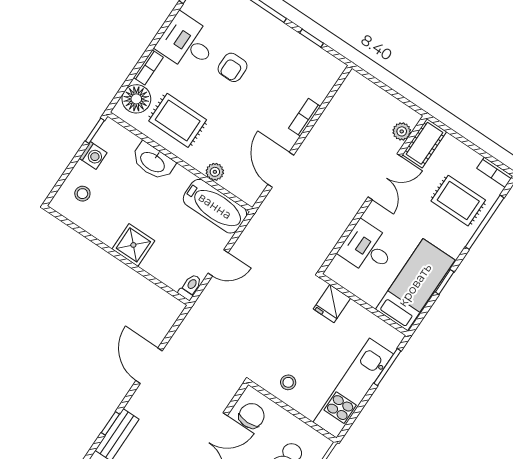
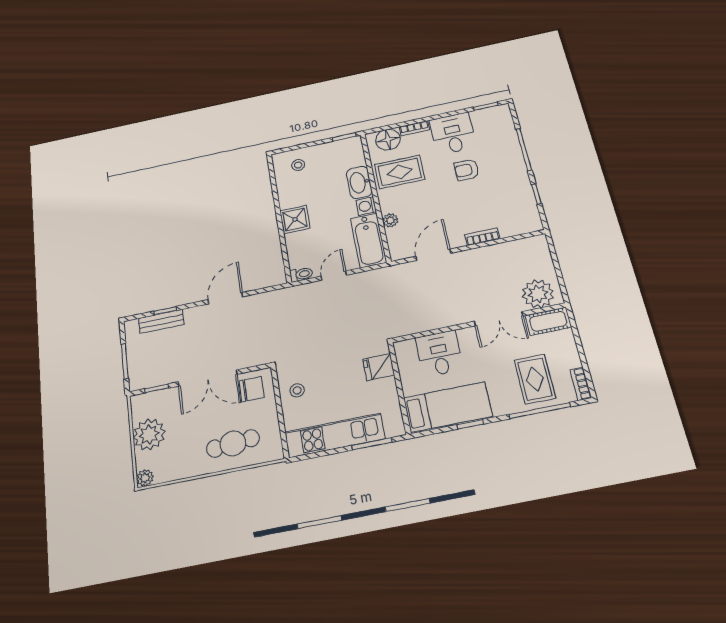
rug: (178, 120) -> (400, 172), turned 90
plant: (402, 131) -> (538, 294), width x1.88, depth x1.88
washing machine: (93, 156) -> (366, 206), moved, turned 90
door: (218, 263) -> (334, 276), swing flipped

